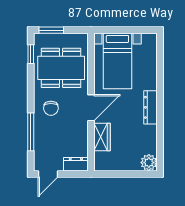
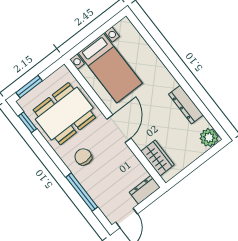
dresser: (150, 107) -> (186, 105), moved
chair: (51, 108) -> (83, 157), turned 180
wardrobe: (102, 137) -> (158, 158), moved

